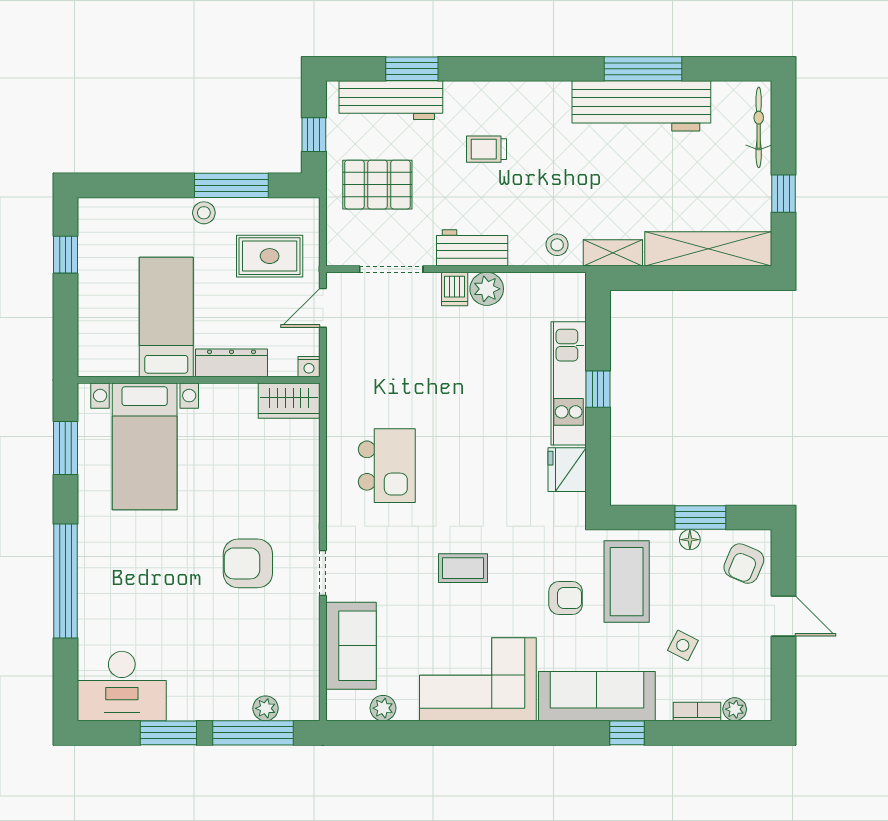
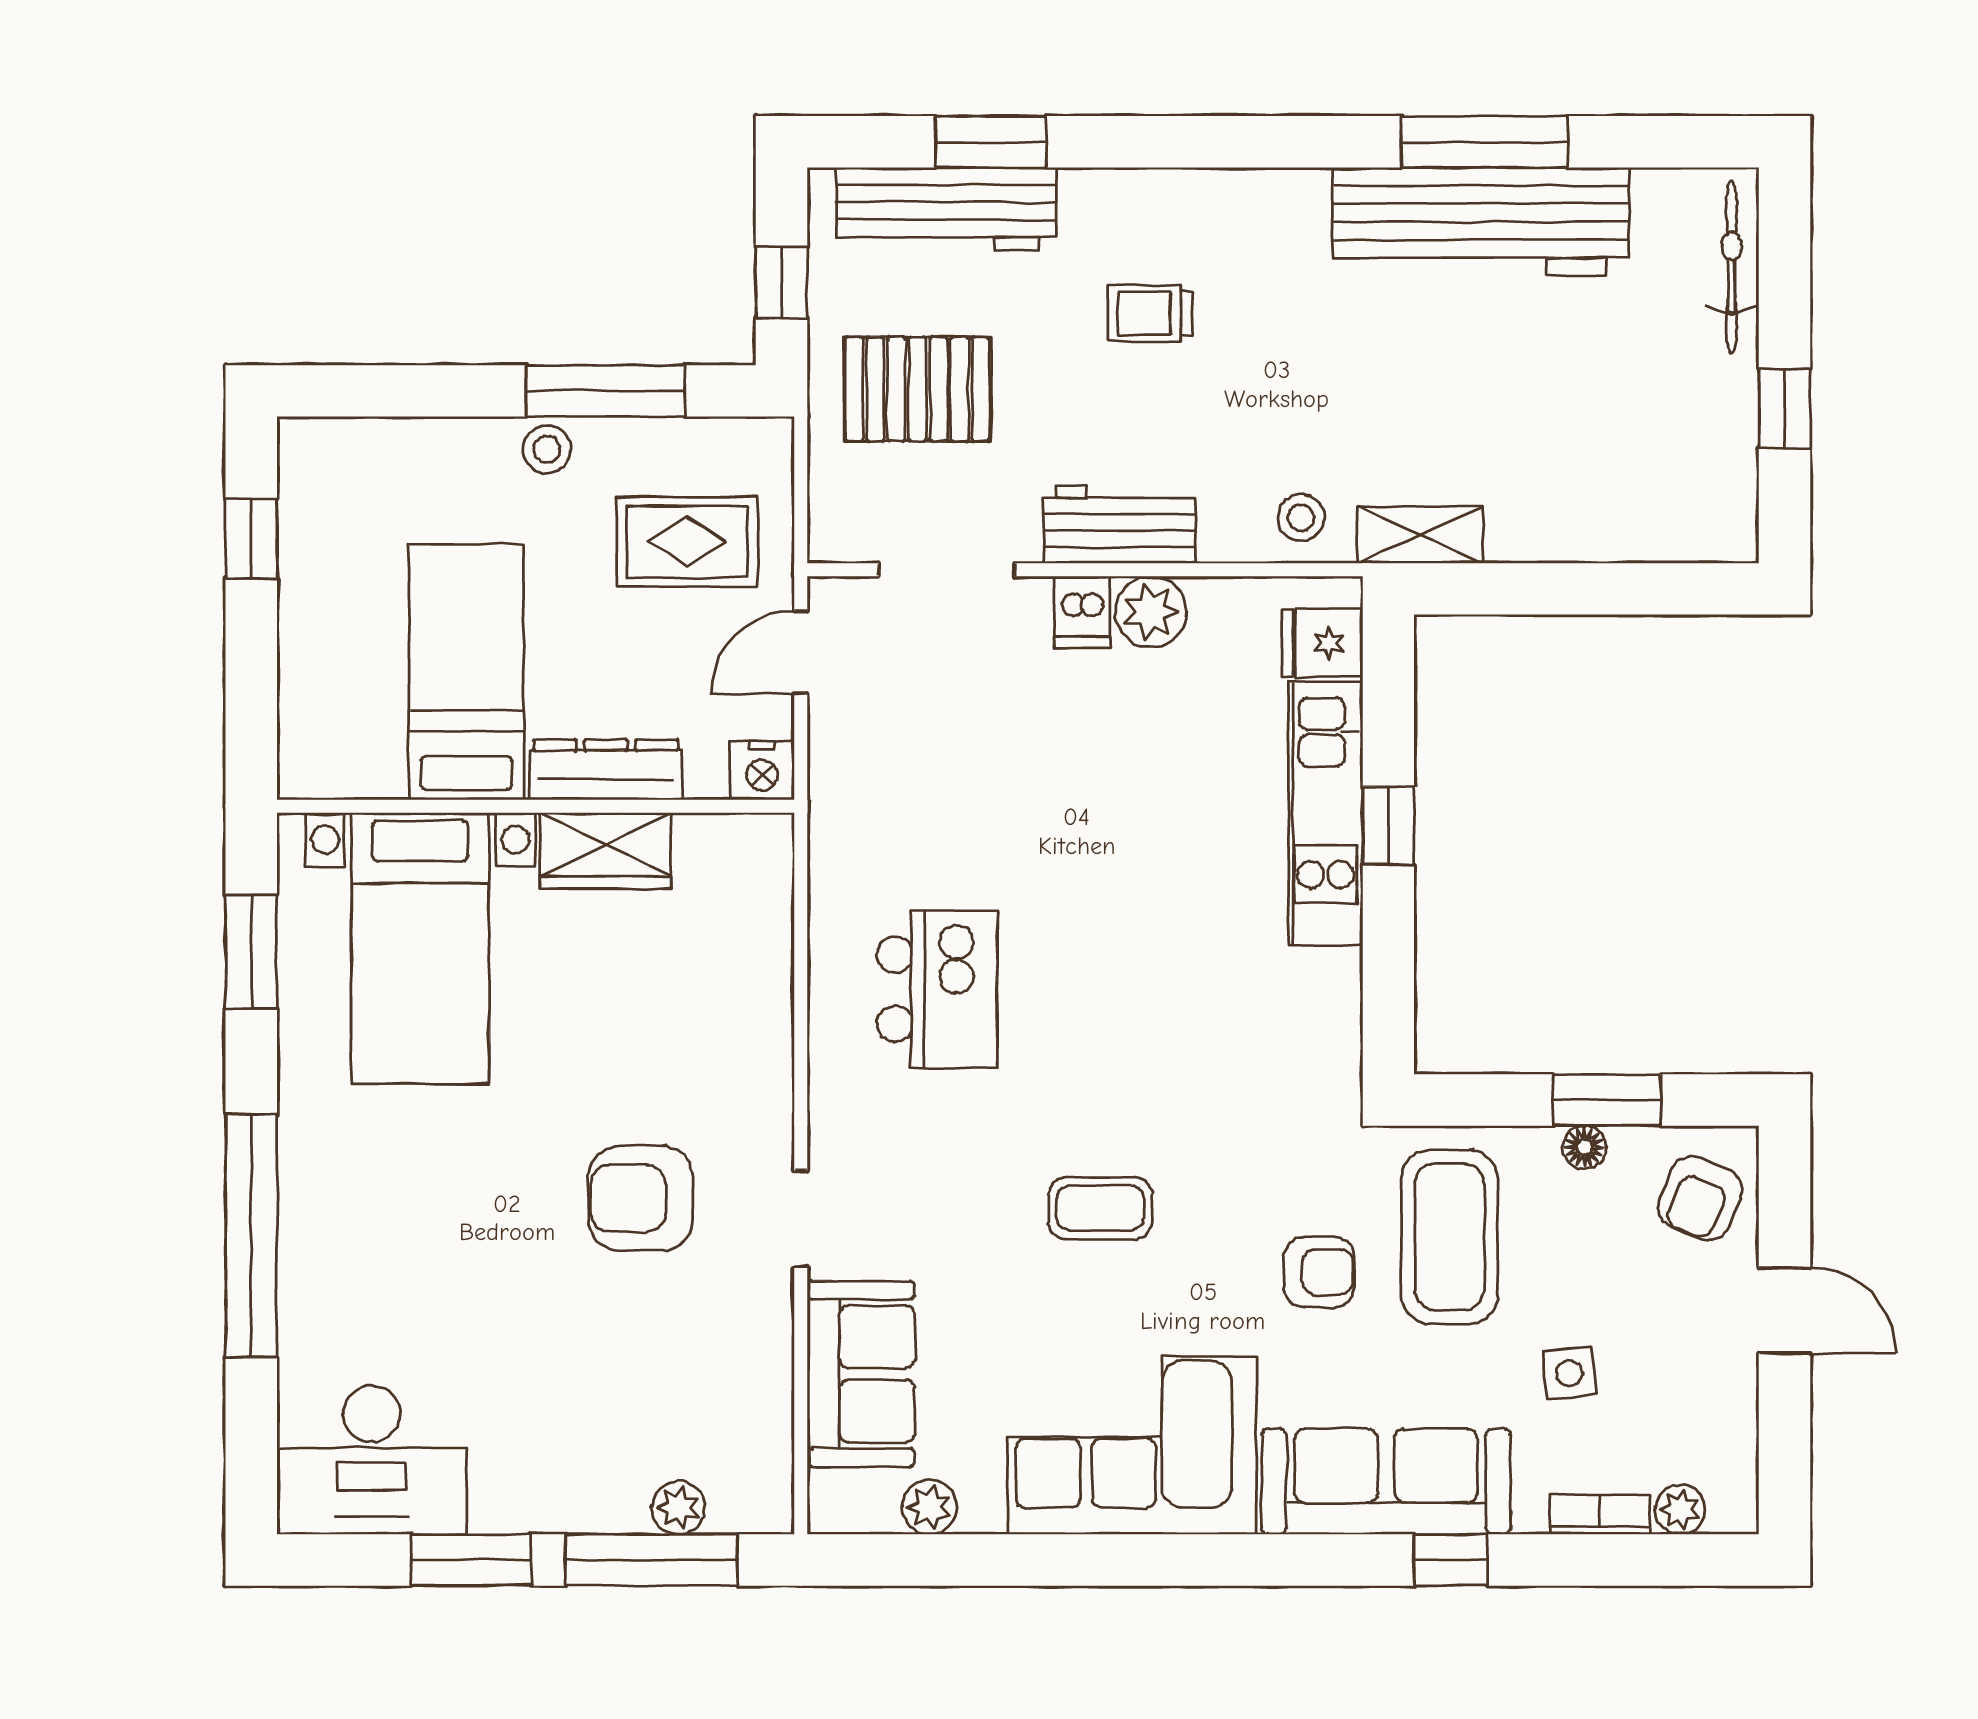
shelving: (708, 249) -> (1624, 526), removed
nightstand: (309, 367) -> (762, 770), width x1.39, depth x1.35
wardrobe: (289, 401) -> (606, 851), moved
fridge: (567, 470) -> (1322, 643), moved, width x0.72
side table: (683, 645) -> (1569, 1373), turned -33

